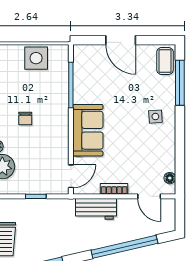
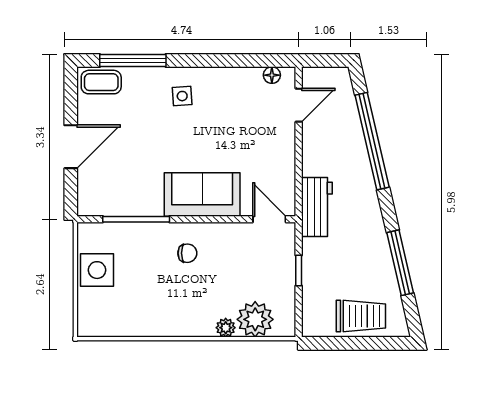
chair: (25, 118) -> (187, 253), moved
bookcase: (114, 189) -> (288, 156), removed
workbench: (96, 209) -> (317, 207), moved

